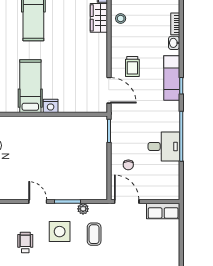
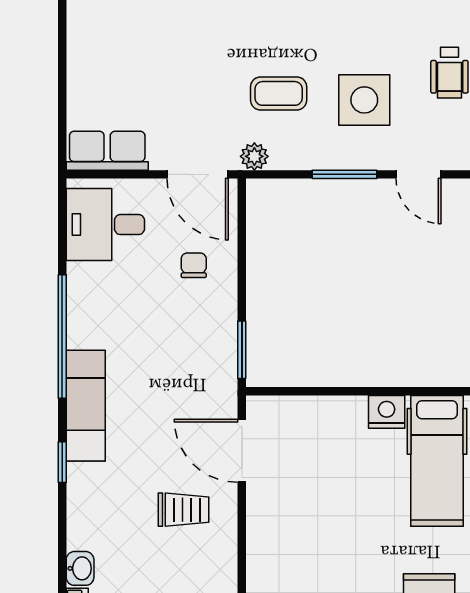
trolley: (132, 67) -> (184, 510), turned 90
exam couch: (172, 78) -> (86, 406), moved
desk: (164, 146) -> (105, 225), moved
plant: (83, 209) -> (254, 156), moved
coffee table: (94, 234) -> (279, 93), turned 90

